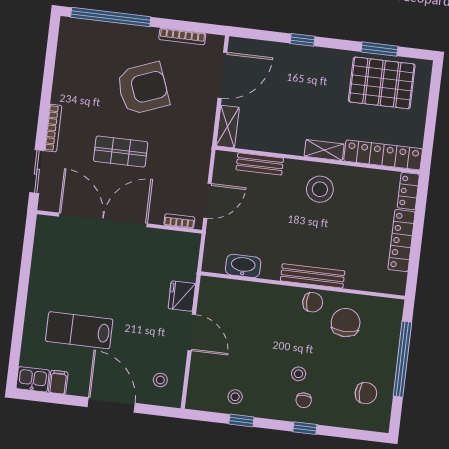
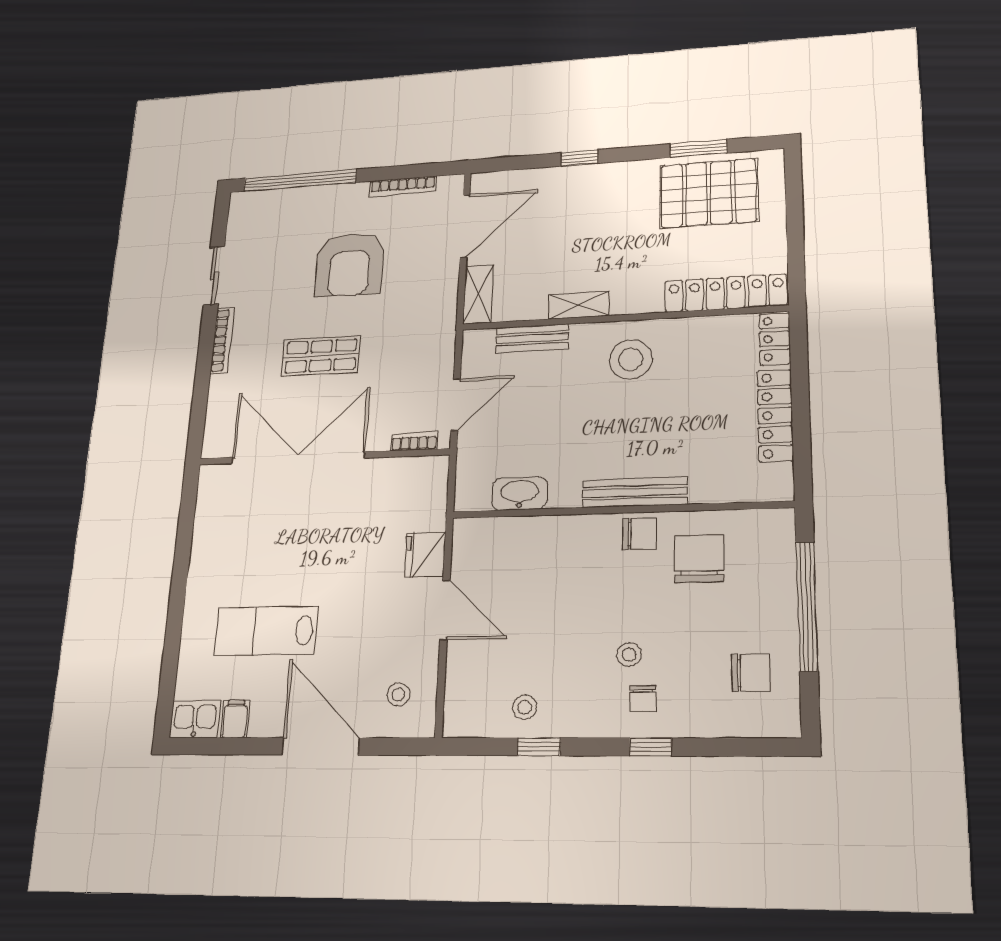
armchair: (143, 88) -> (350, 264), turned 111
shelving: (324, 150) -> (579, 305), moved
sliding door: (37, 172) -> (214, 275), moved

